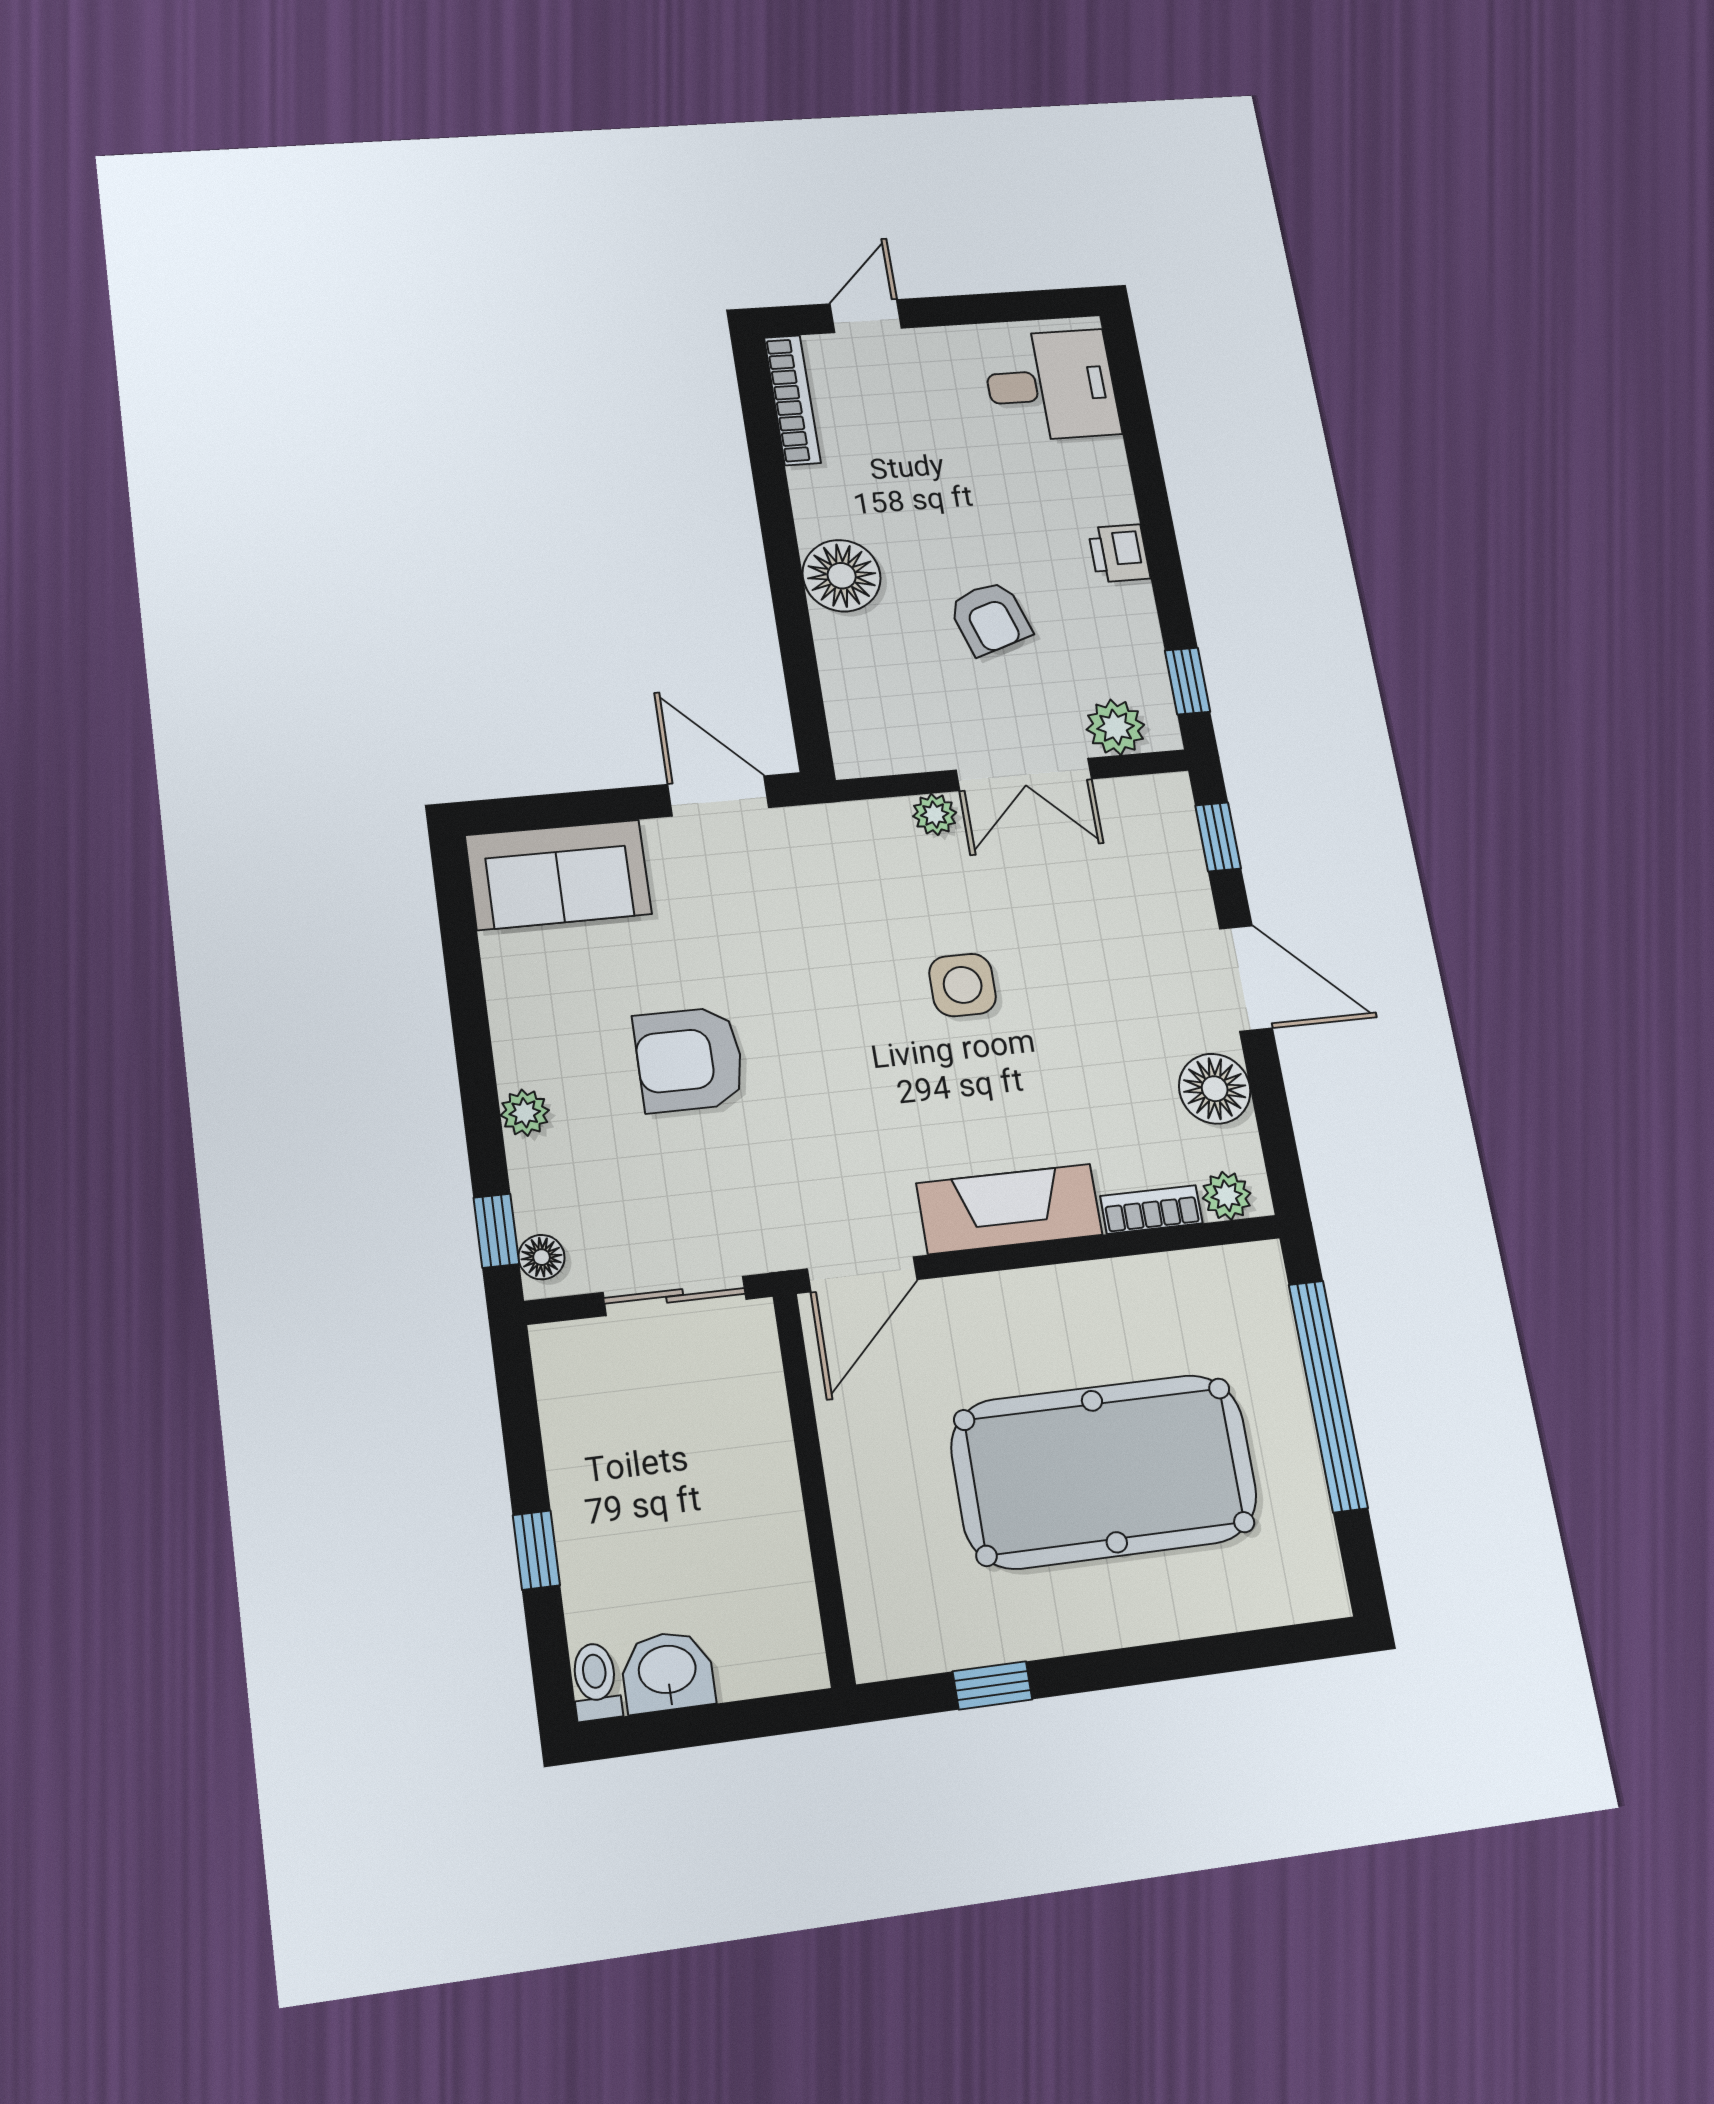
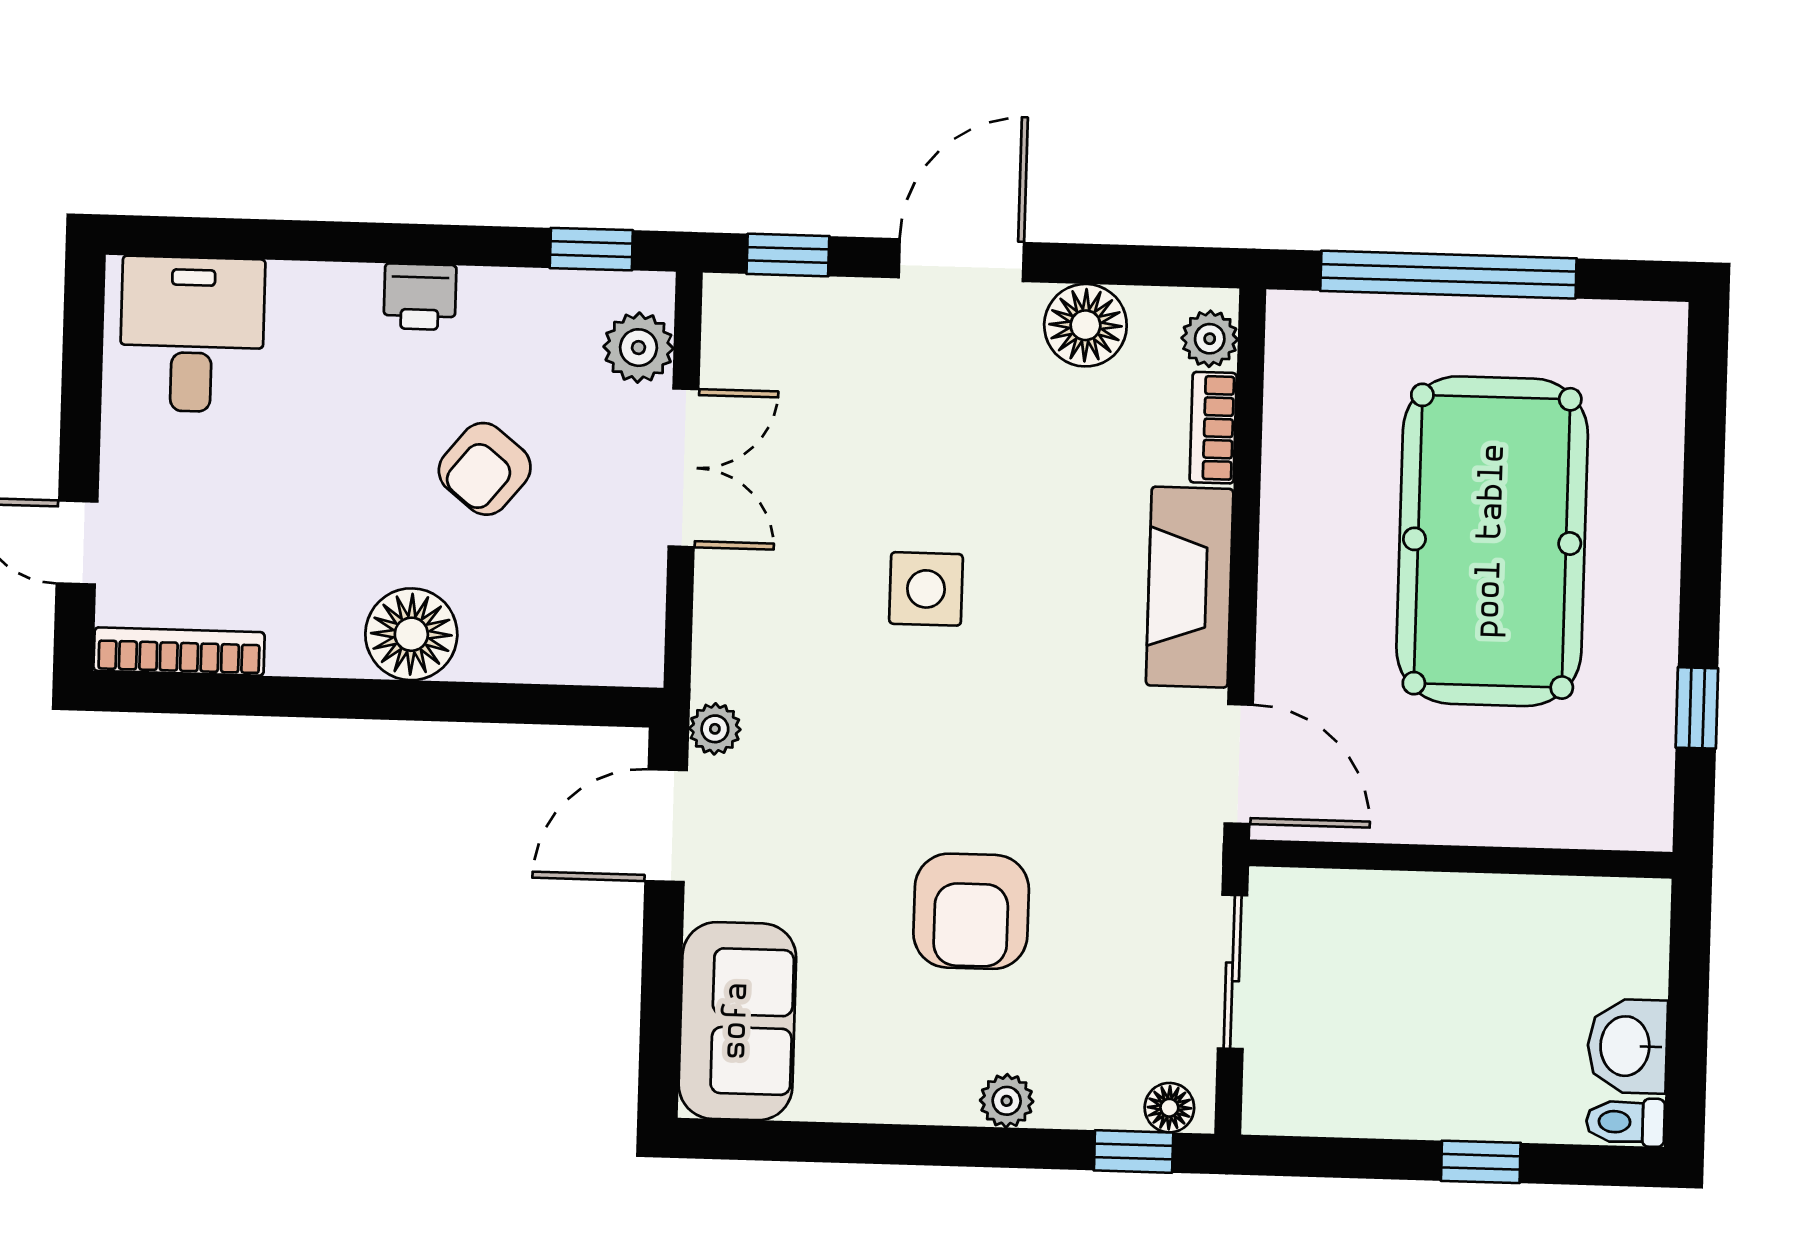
armchair: (990, 618) -> (485, 469), turned 147
plant: (935, 814) -> (715, 729), moved

